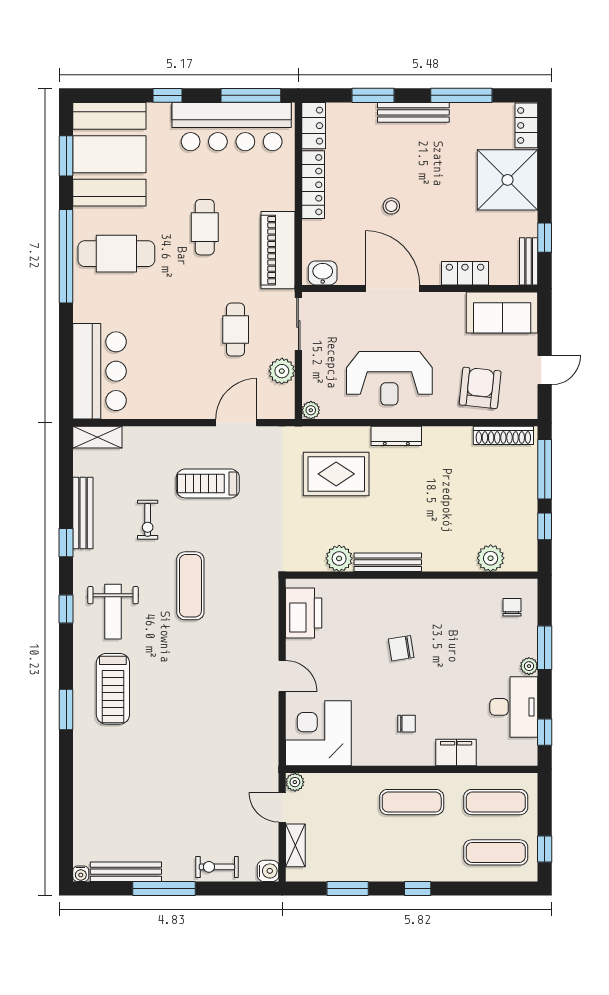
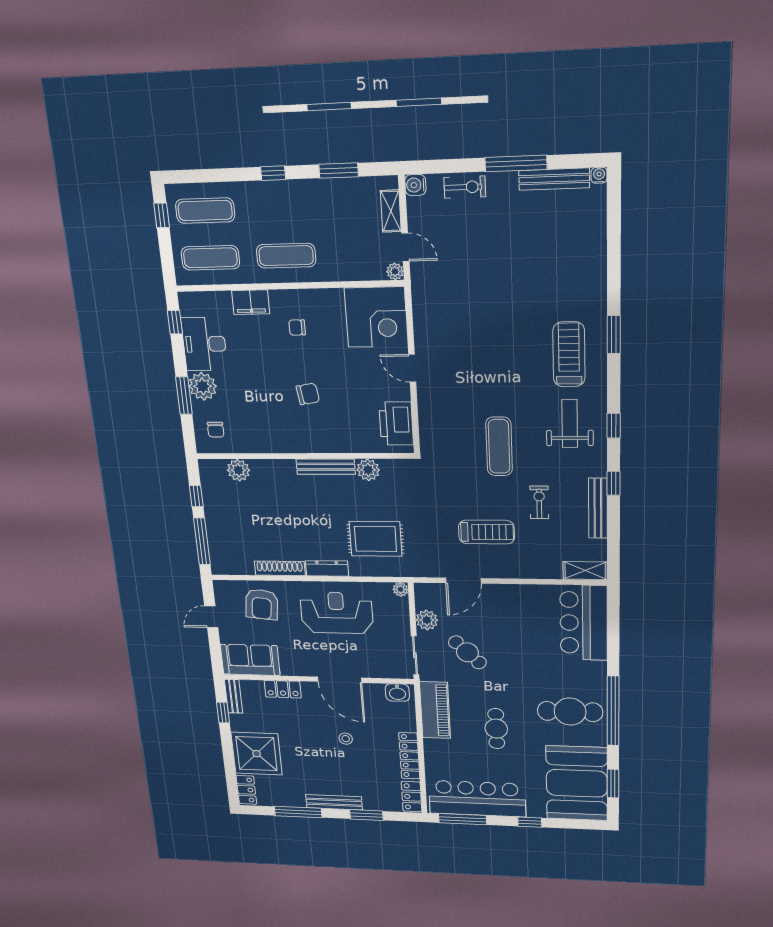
cafe table: (236, 330) -> (467, 652), turned -45
shoe rack: (503, 435) -> (280, 568), moved
plant: (529, 666) -> (203, 386), width x1.88, depth x1.88

